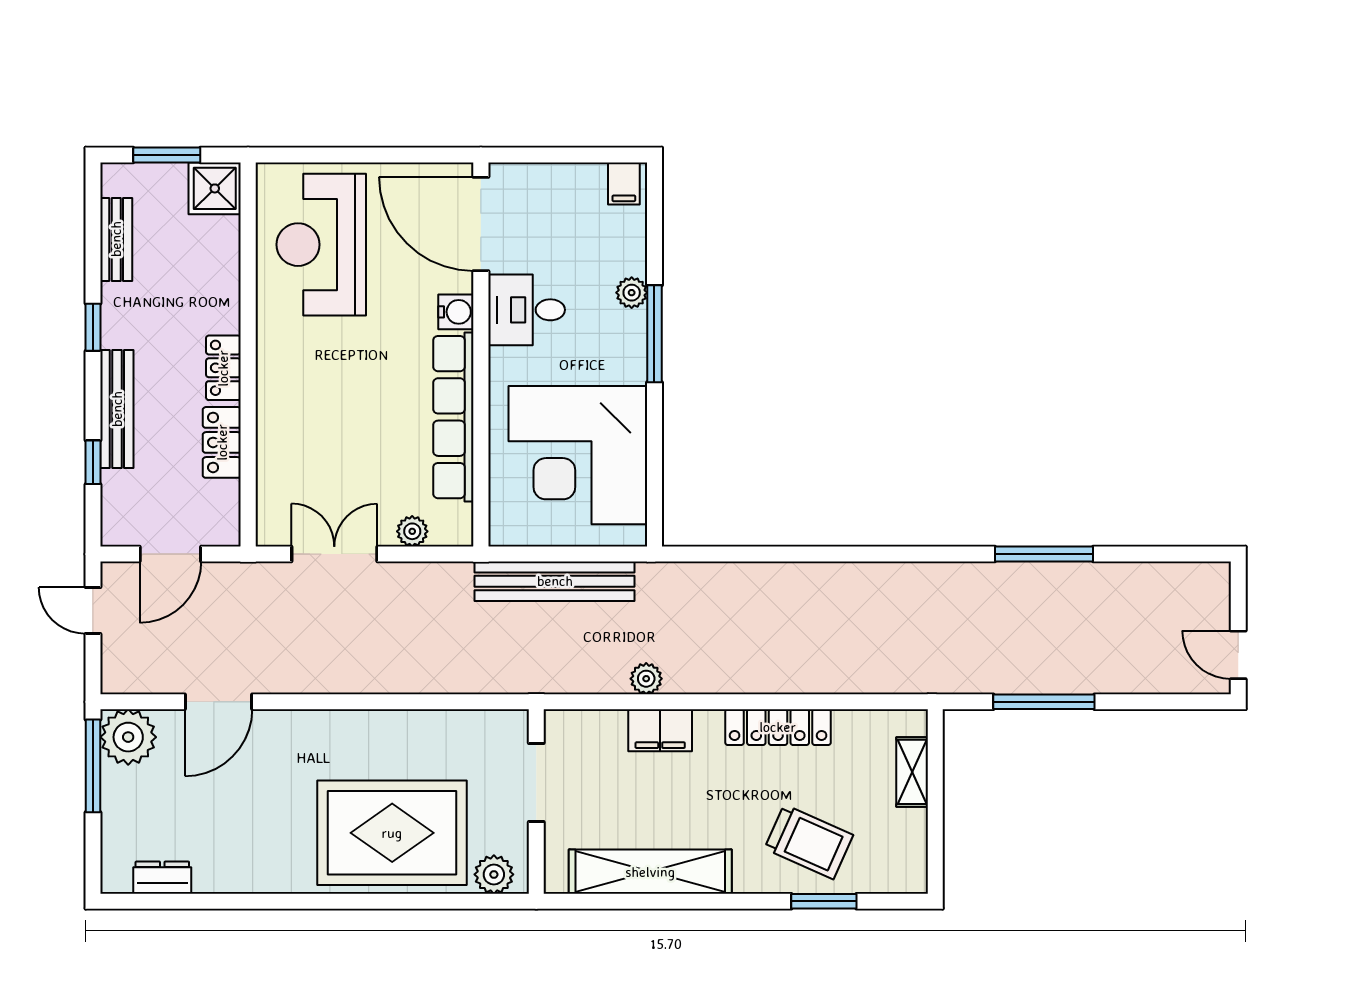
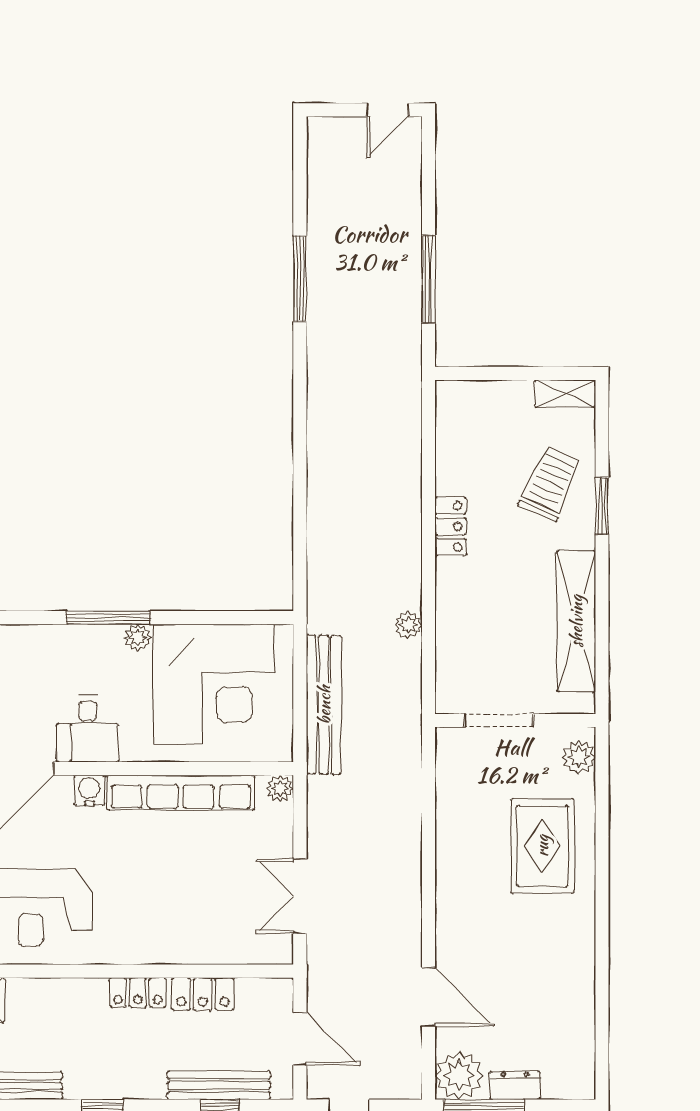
plant: (632, 293) -> (138, 638), moved
bench: (117, 409) -> (219, 1085), moved
plant: (412, 531) -> (280, 788), moved
locker: (778, 727) -> (451, 526), width x0.66
filing cabinet: (660, 730) -> (453, 613), removed
shelving: (912, 772) -> (565, 393), moved
rug: (392, 833) -> (542, 846), width x0.73, depth x0.69
dresser: (162, 878) -> (515, 1086), moved, turned 90
window: (824, 901) -> (602, 506), moved

